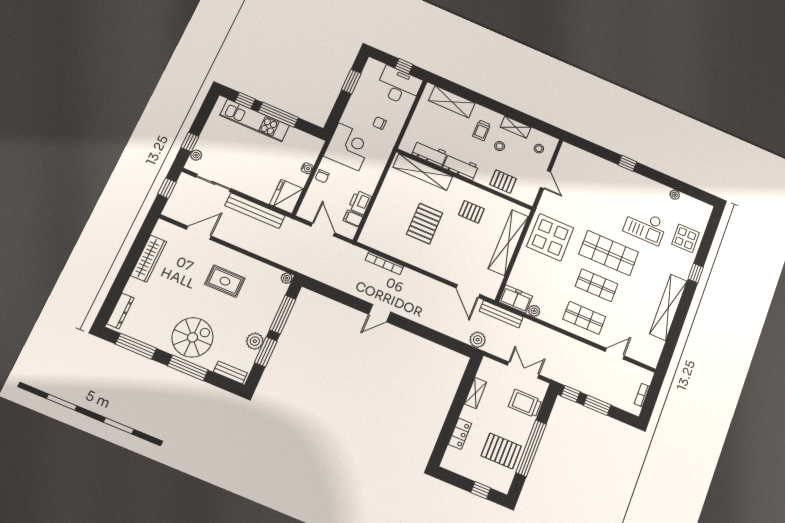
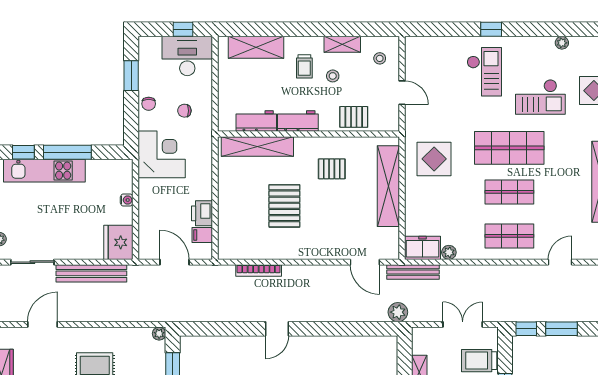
chair: (322, 176) -> (149, 104), moved
checkout: (611, 191) -> (484, 72), added
display table: (550, 237) -> (434, 159), width x0.73, depth x0.73

